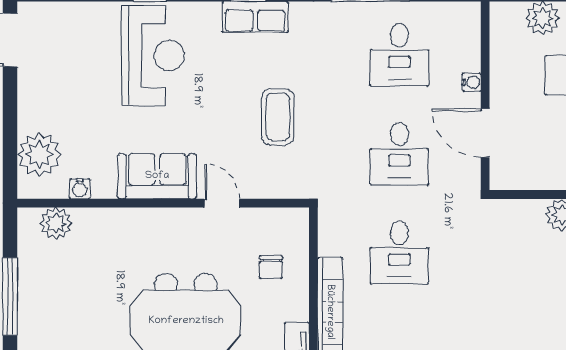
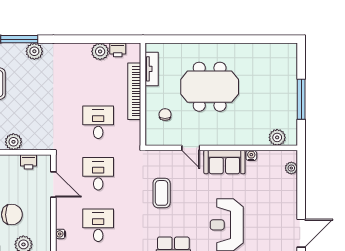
water cooler: (472, 82) -> (60, 234), moved
plant: (39, 154) -> (291, 168), width x0.53, depth x0.53
printer: (533, 176) -> (29, 162), added
water cooler: (80, 189) -> (251, 155), moved

